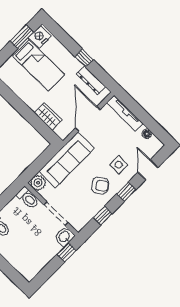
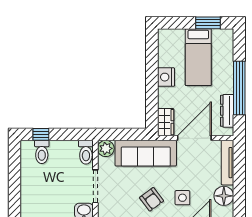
nightstand: (40, 37) -> (166, 77), moved, turned -90
window: (84, 58) -> (239, 88), width x3.17
wardrobe: (48, 116) -> (166, 122), moved
floor lamp: (147, 134) -> (224, 196), width x1.89, depth x1.89

